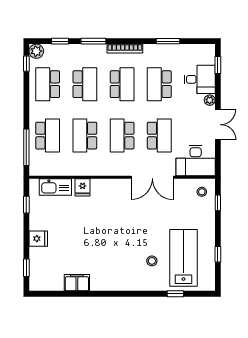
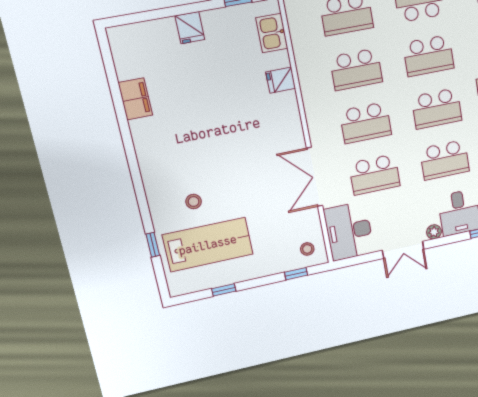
school desk: (159, 84) -> (445, 160), turned 180
school desk: (85, 136) -> (356, 69), turned 180
school desk: (122, 136) -> (365, 123), turned 180
kitchen sink: (55, 187) -> (272, 33), width x0.73
window: (26, 268) -> (140, 17), removed

